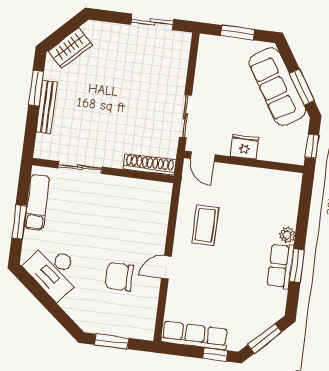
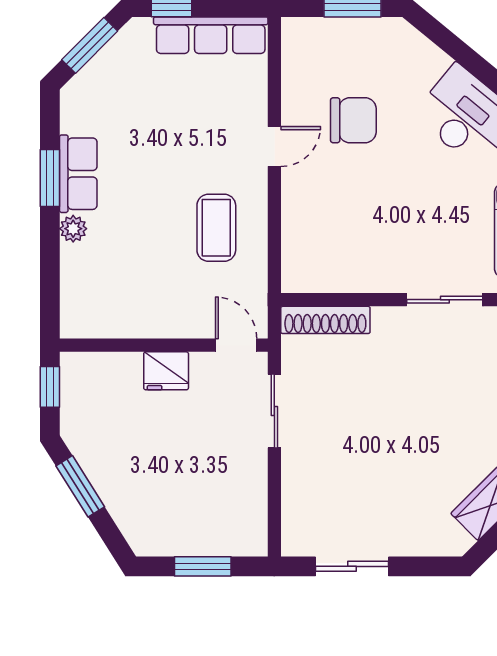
sofa: (277, 87) -> (123, 482), removed

